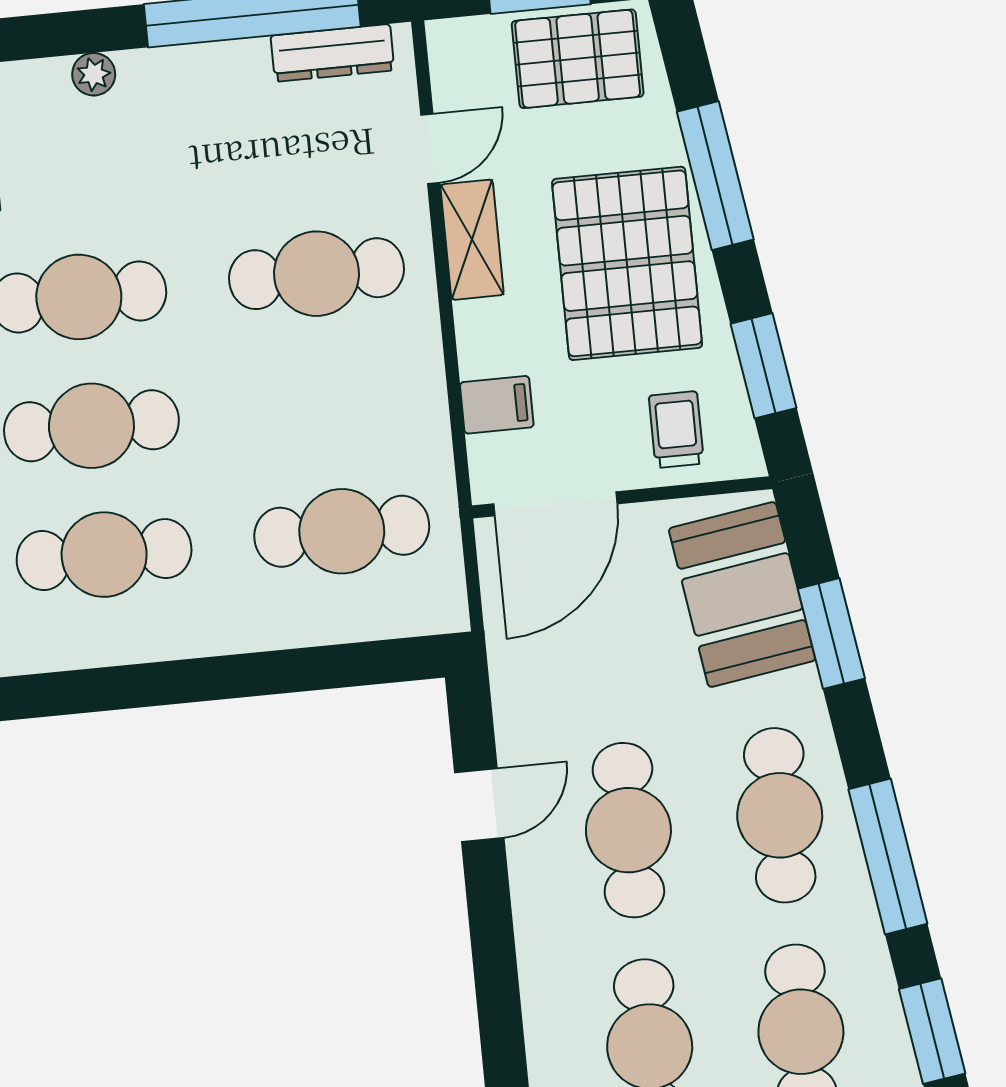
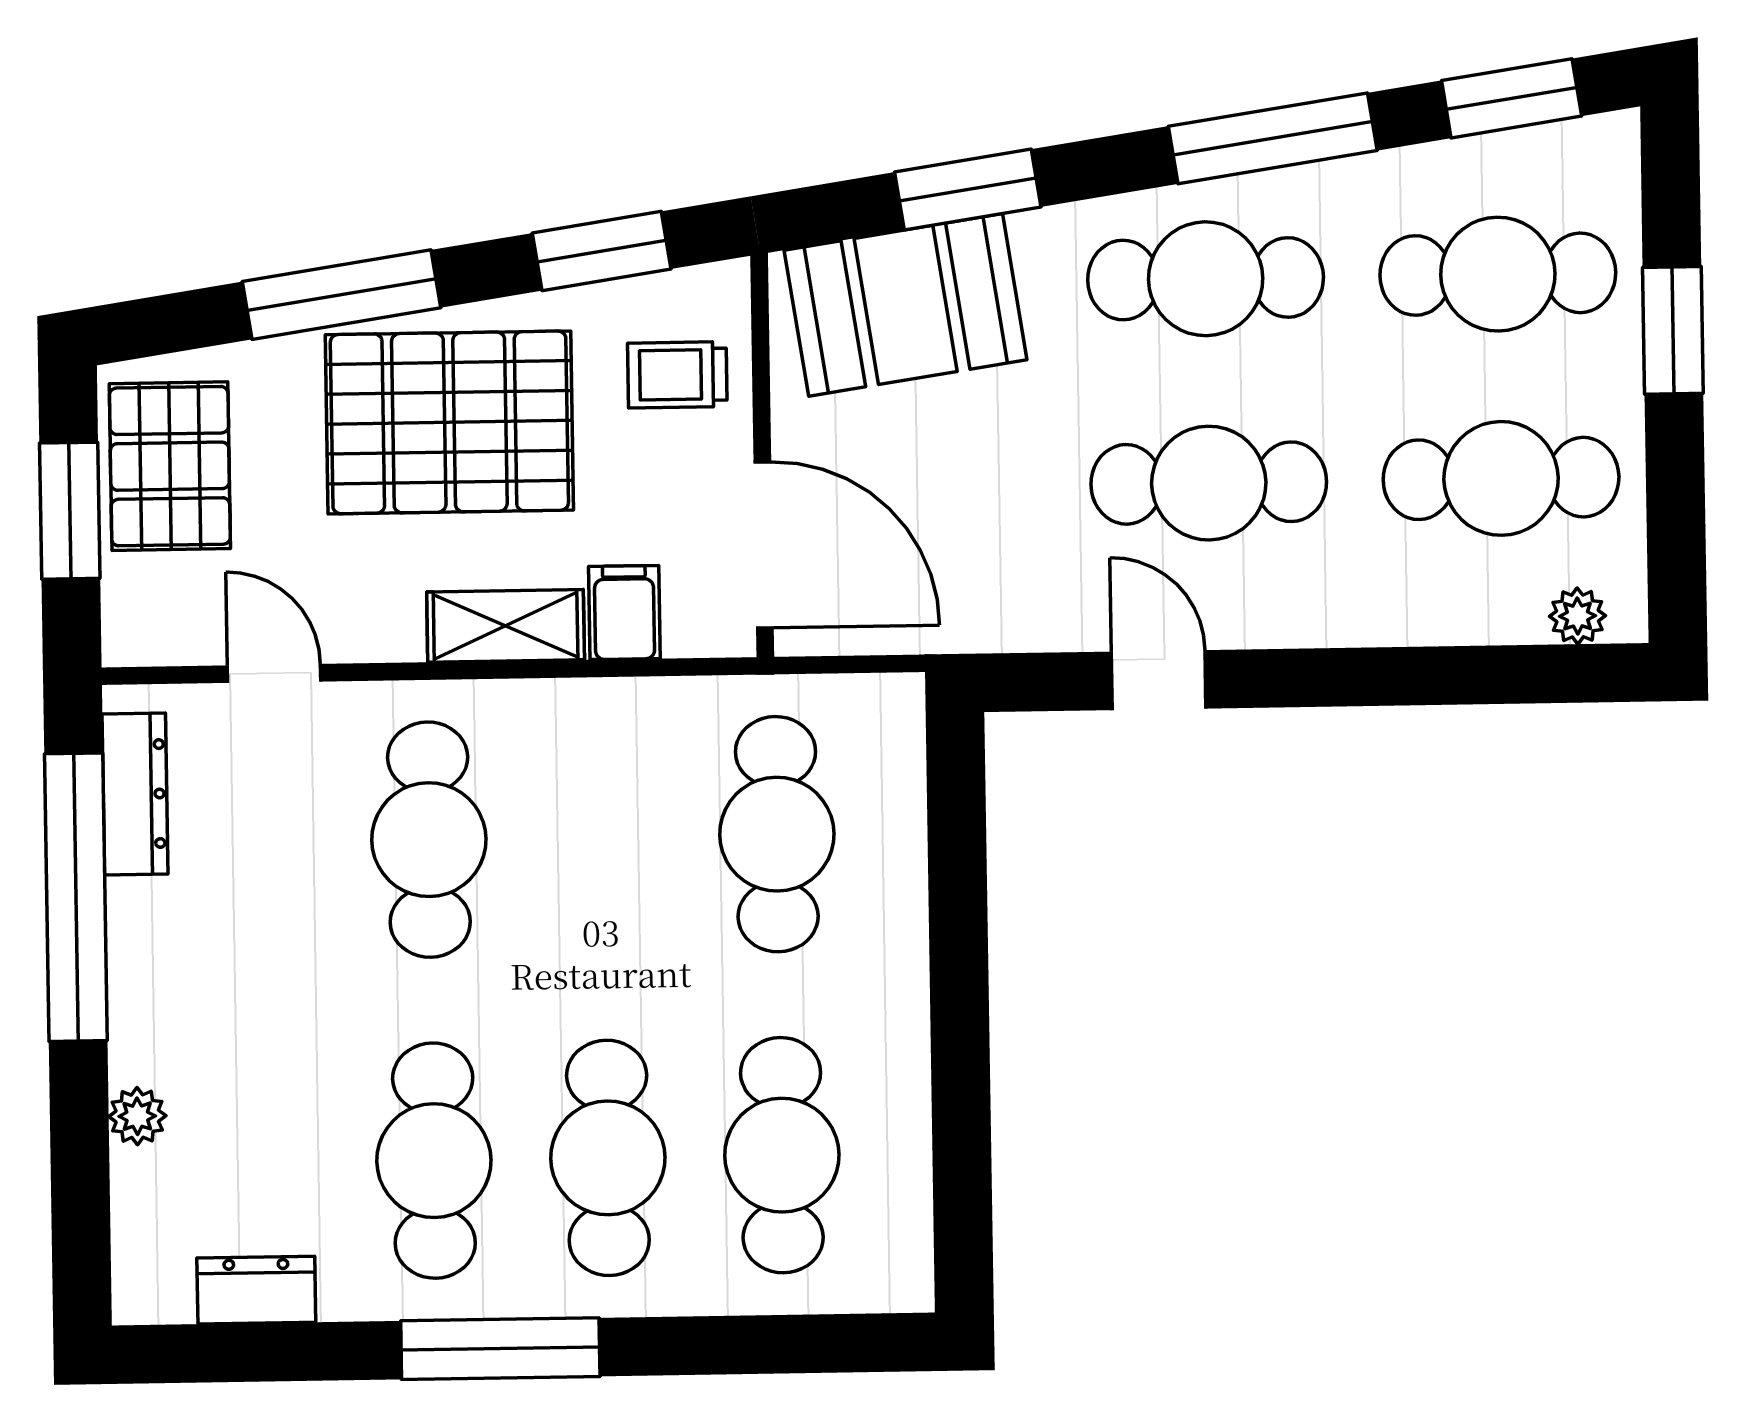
shelving: (472, 240) -> (506, 626), moved

